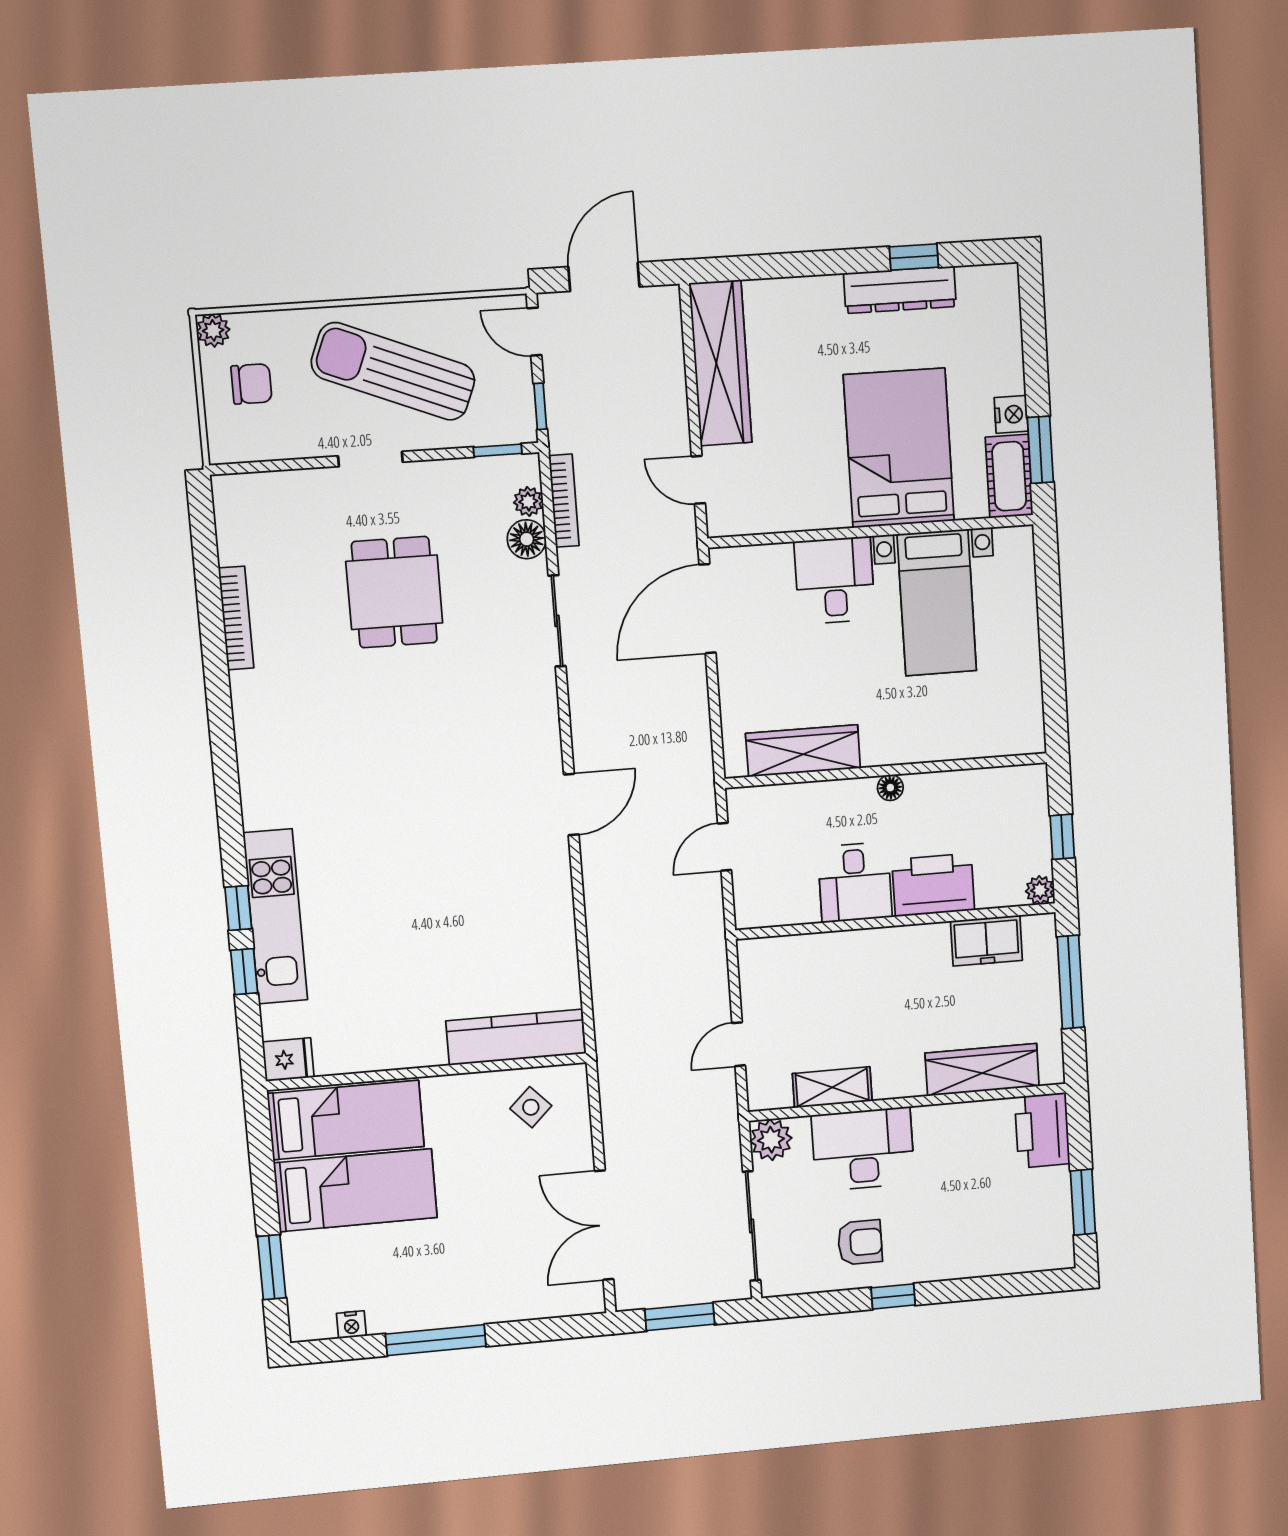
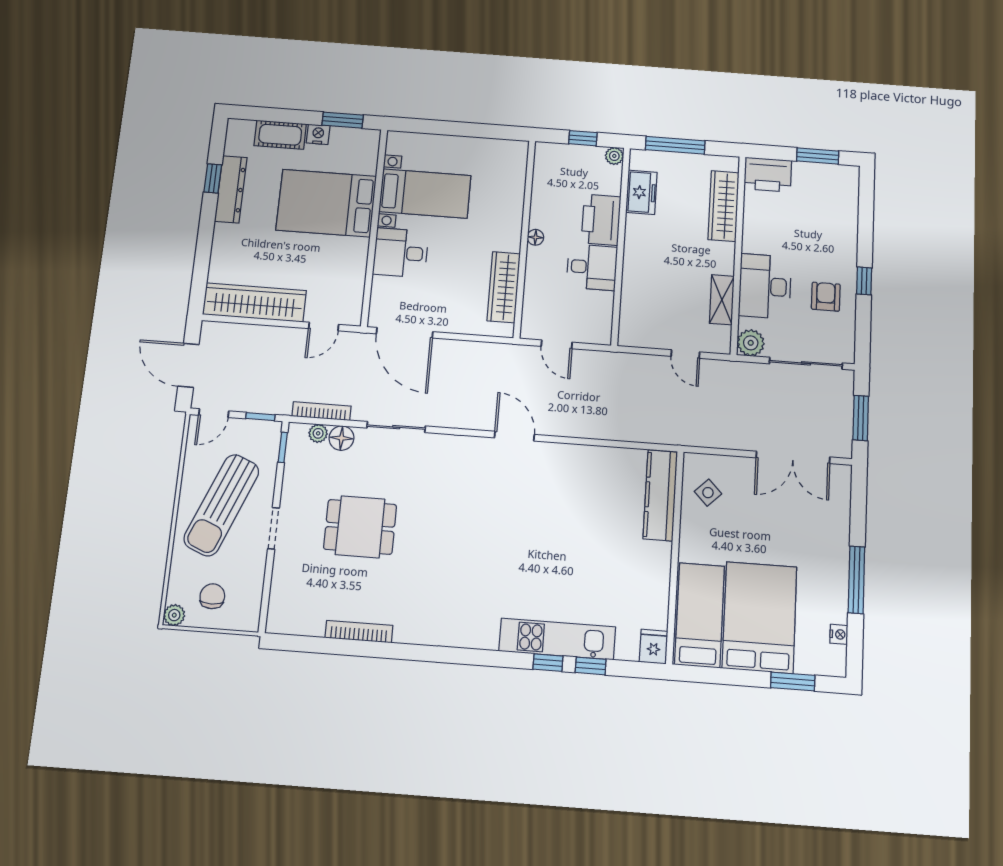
cot: (1009, 476) -> (280, 135), moved
bed: (356, 1190) -> (760, 617), width x1.50

